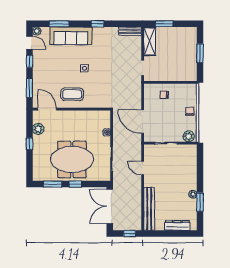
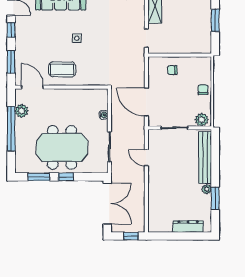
window: (29, 144) -> (11, 129), width x3.17
double door: (110, 206) -> (107, 204), swing flipped
bench: (149, 209) -> (205, 157), moved

